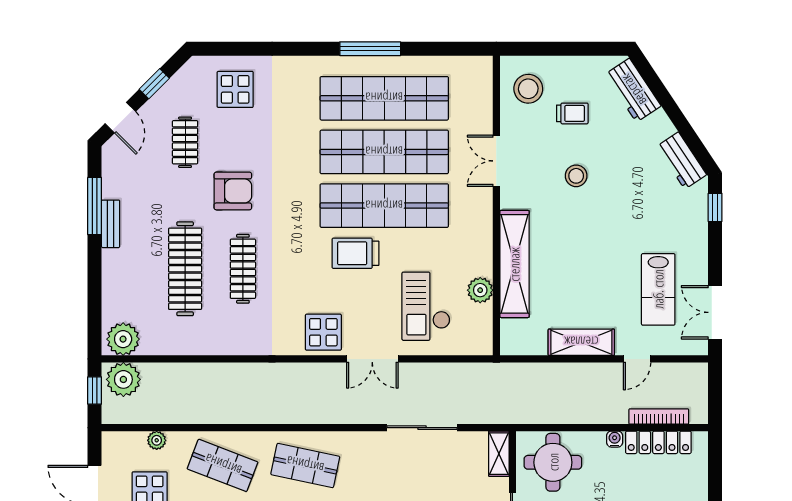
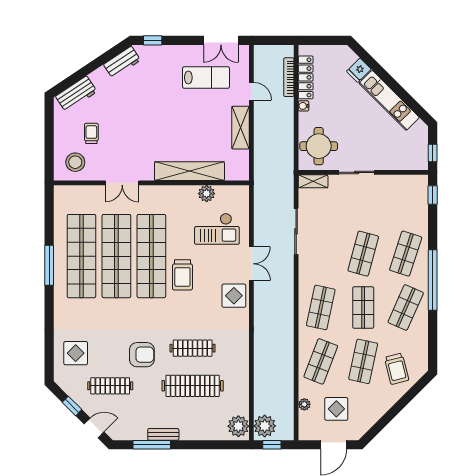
clothes rail: (185, 142) -> (110, 386), width x1.36
stool: (576, 176) -> (132, 131), removed
armchair: (233, 191) -> (142, 355), turned 90

